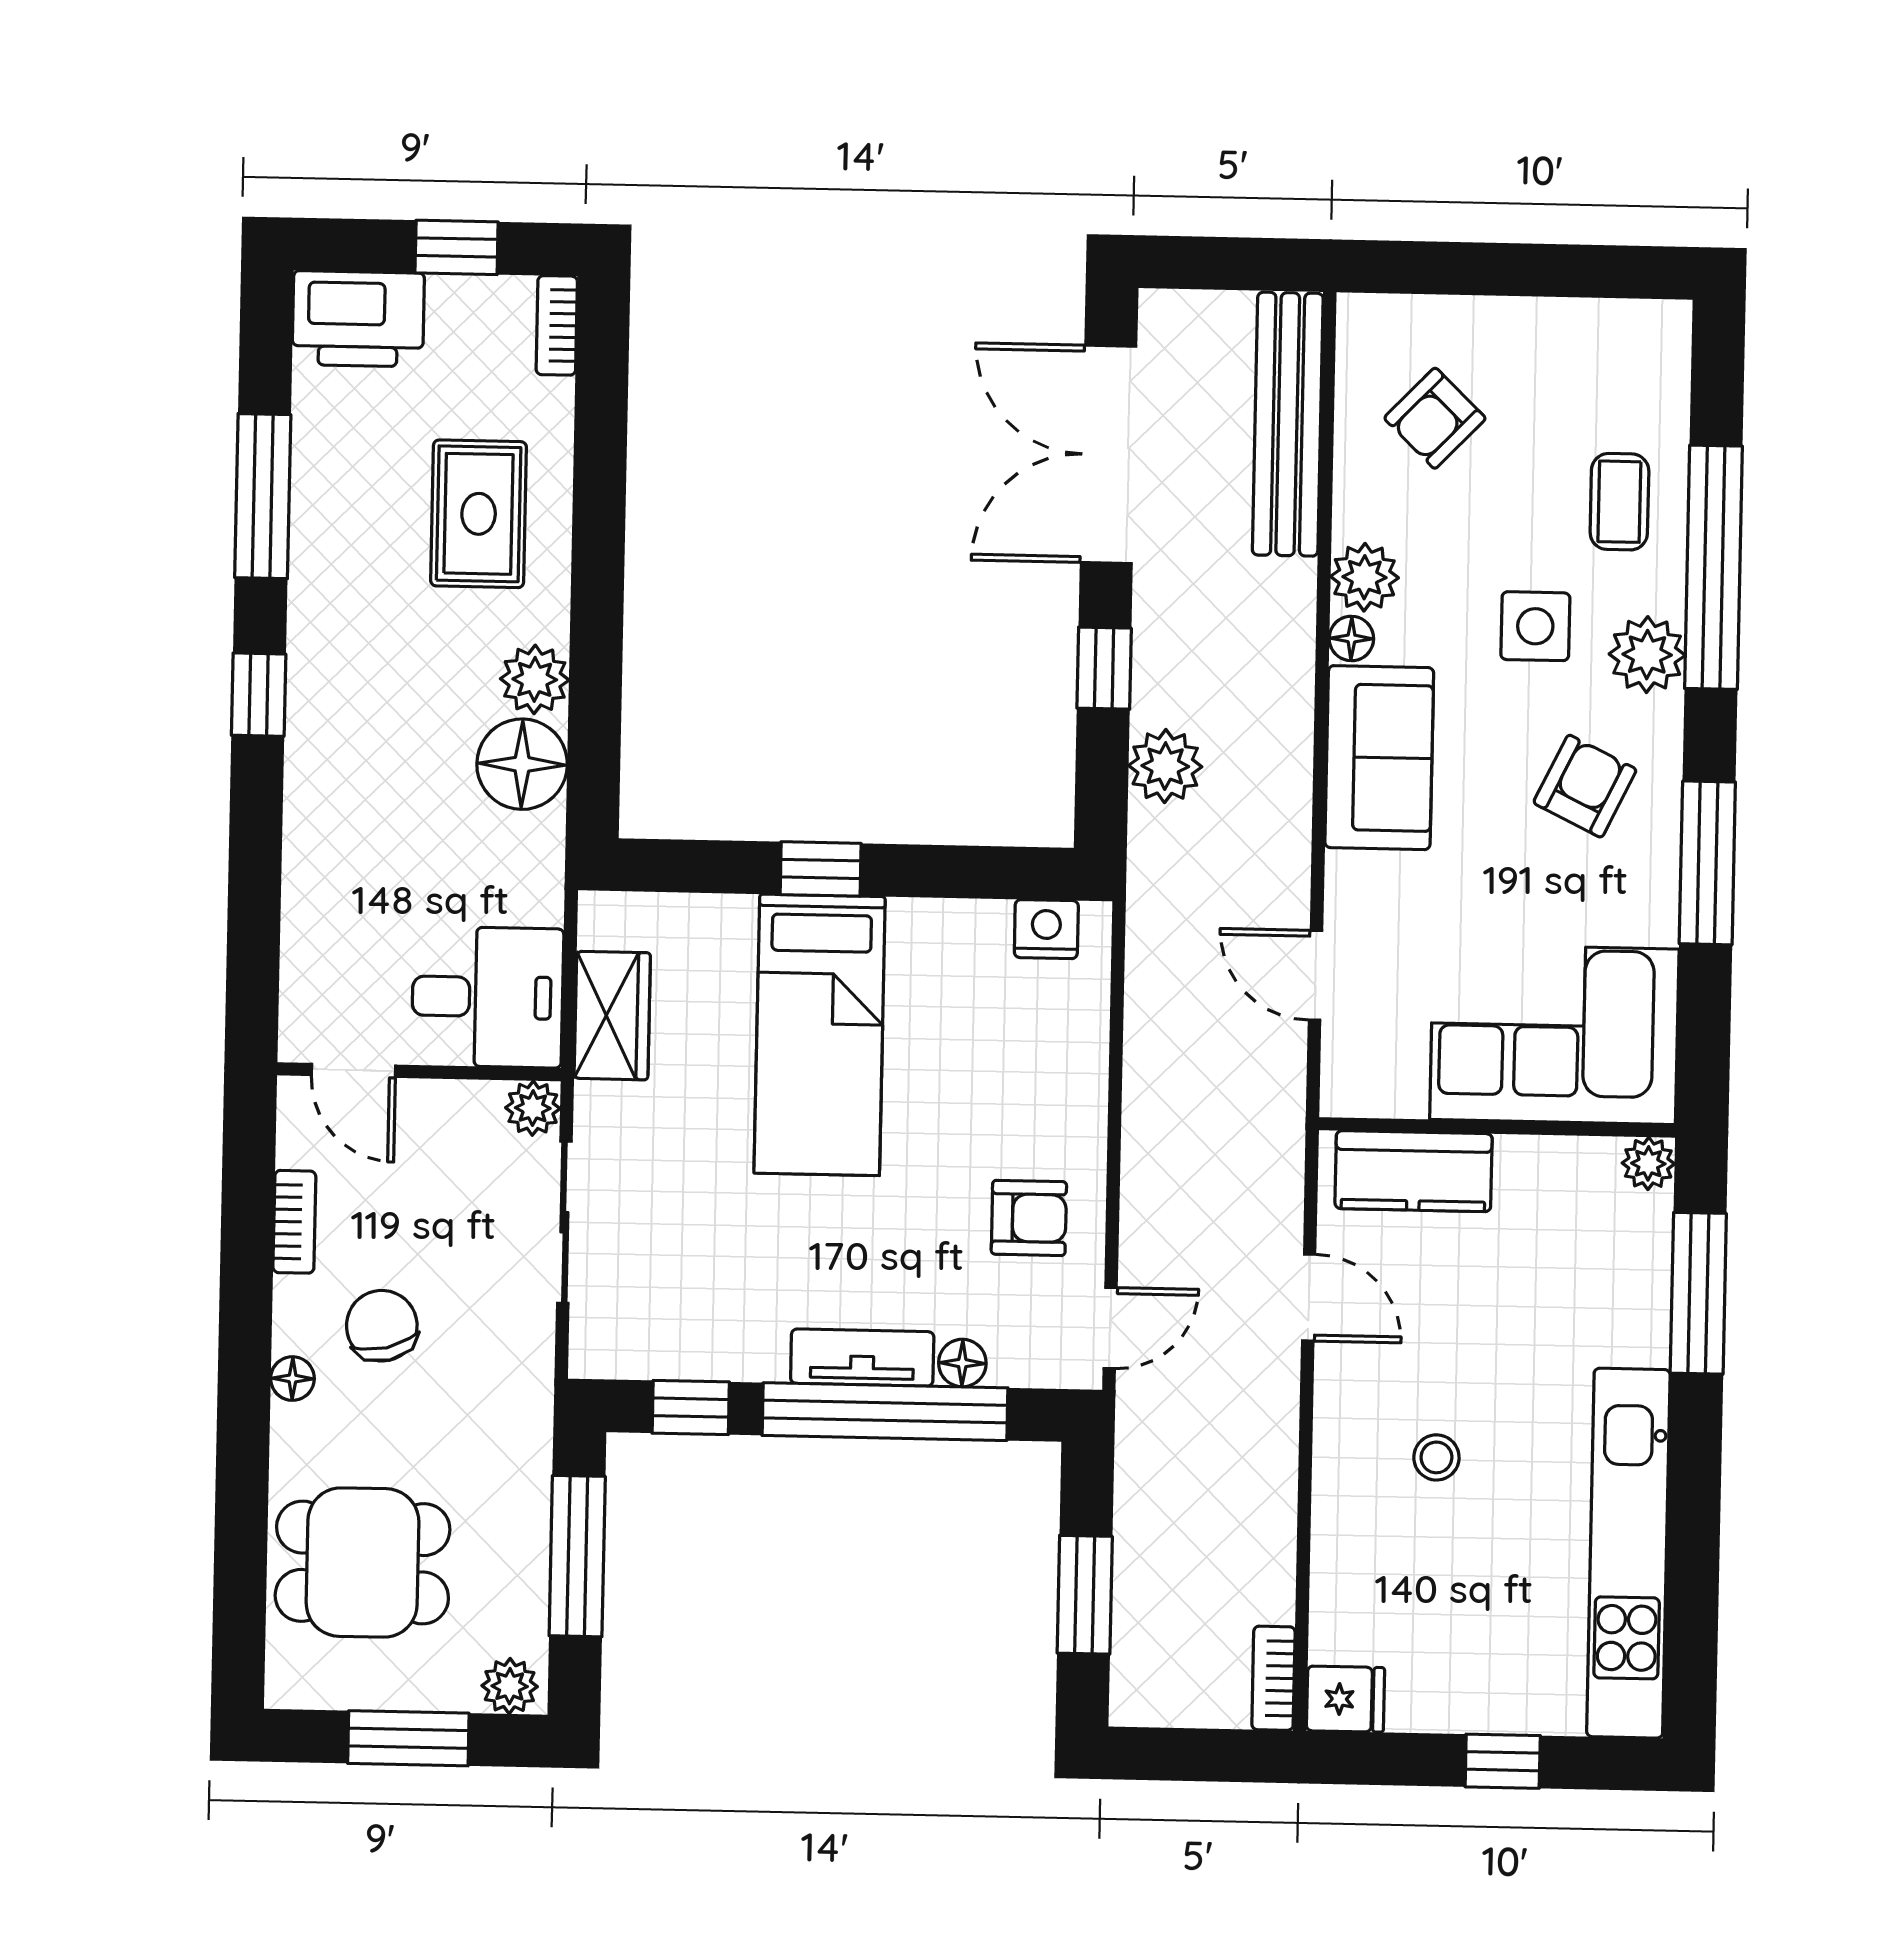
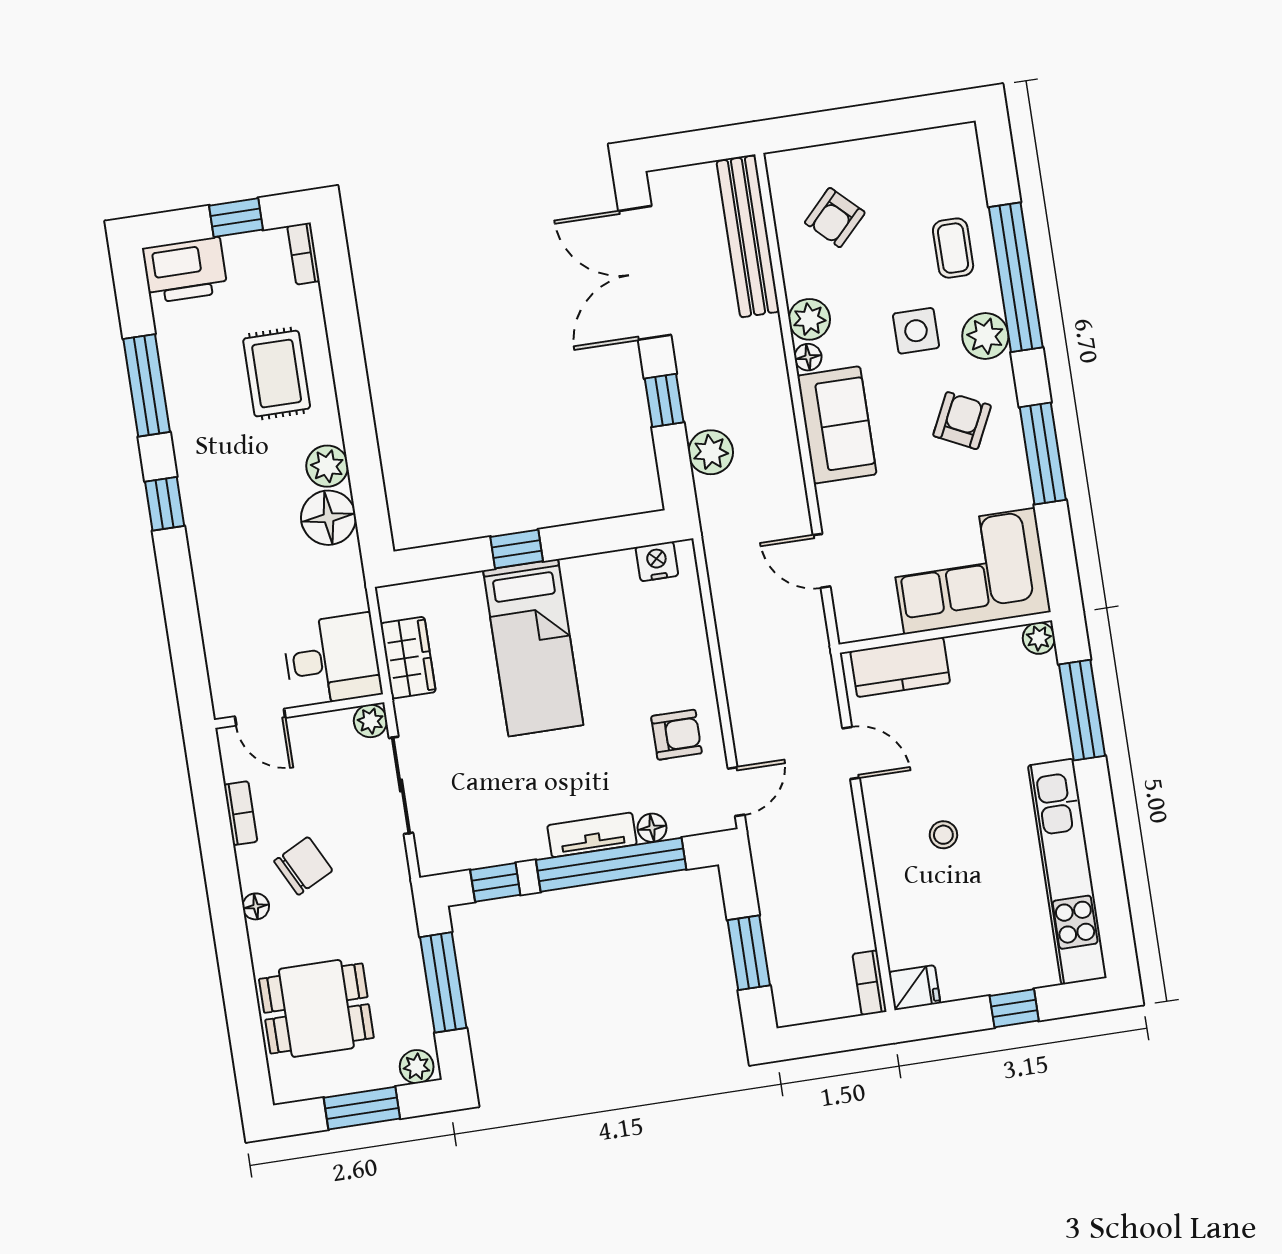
chair: (382, 1326) -> (303, 866), turned 77

